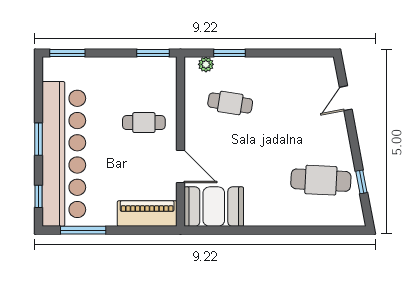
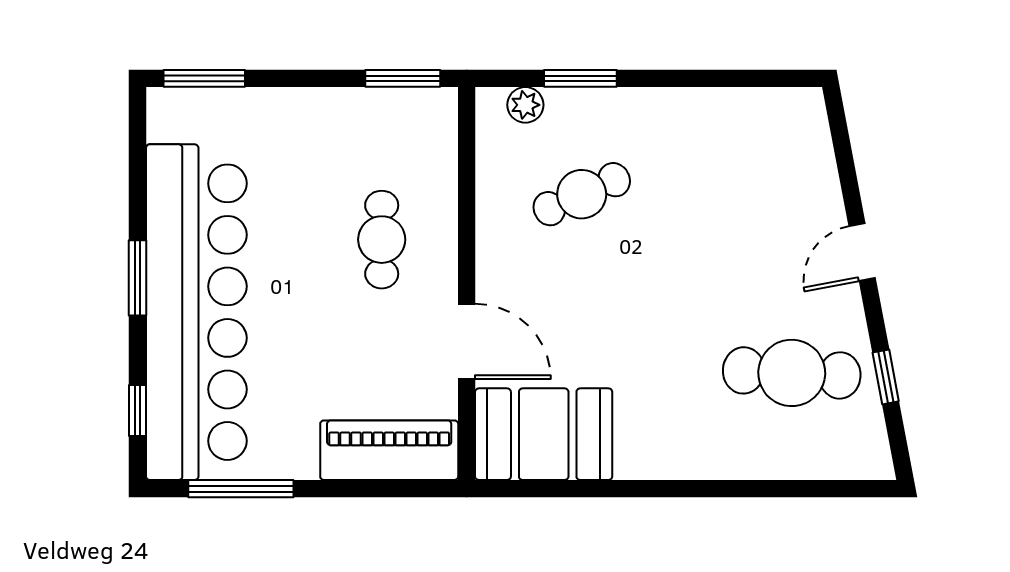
door: (346, 98) -> (862, 252), moved
cafe table: (230, 103) -> (582, 194), turned -33
cafe table: (144, 123) -> (382, 240), turned 90

